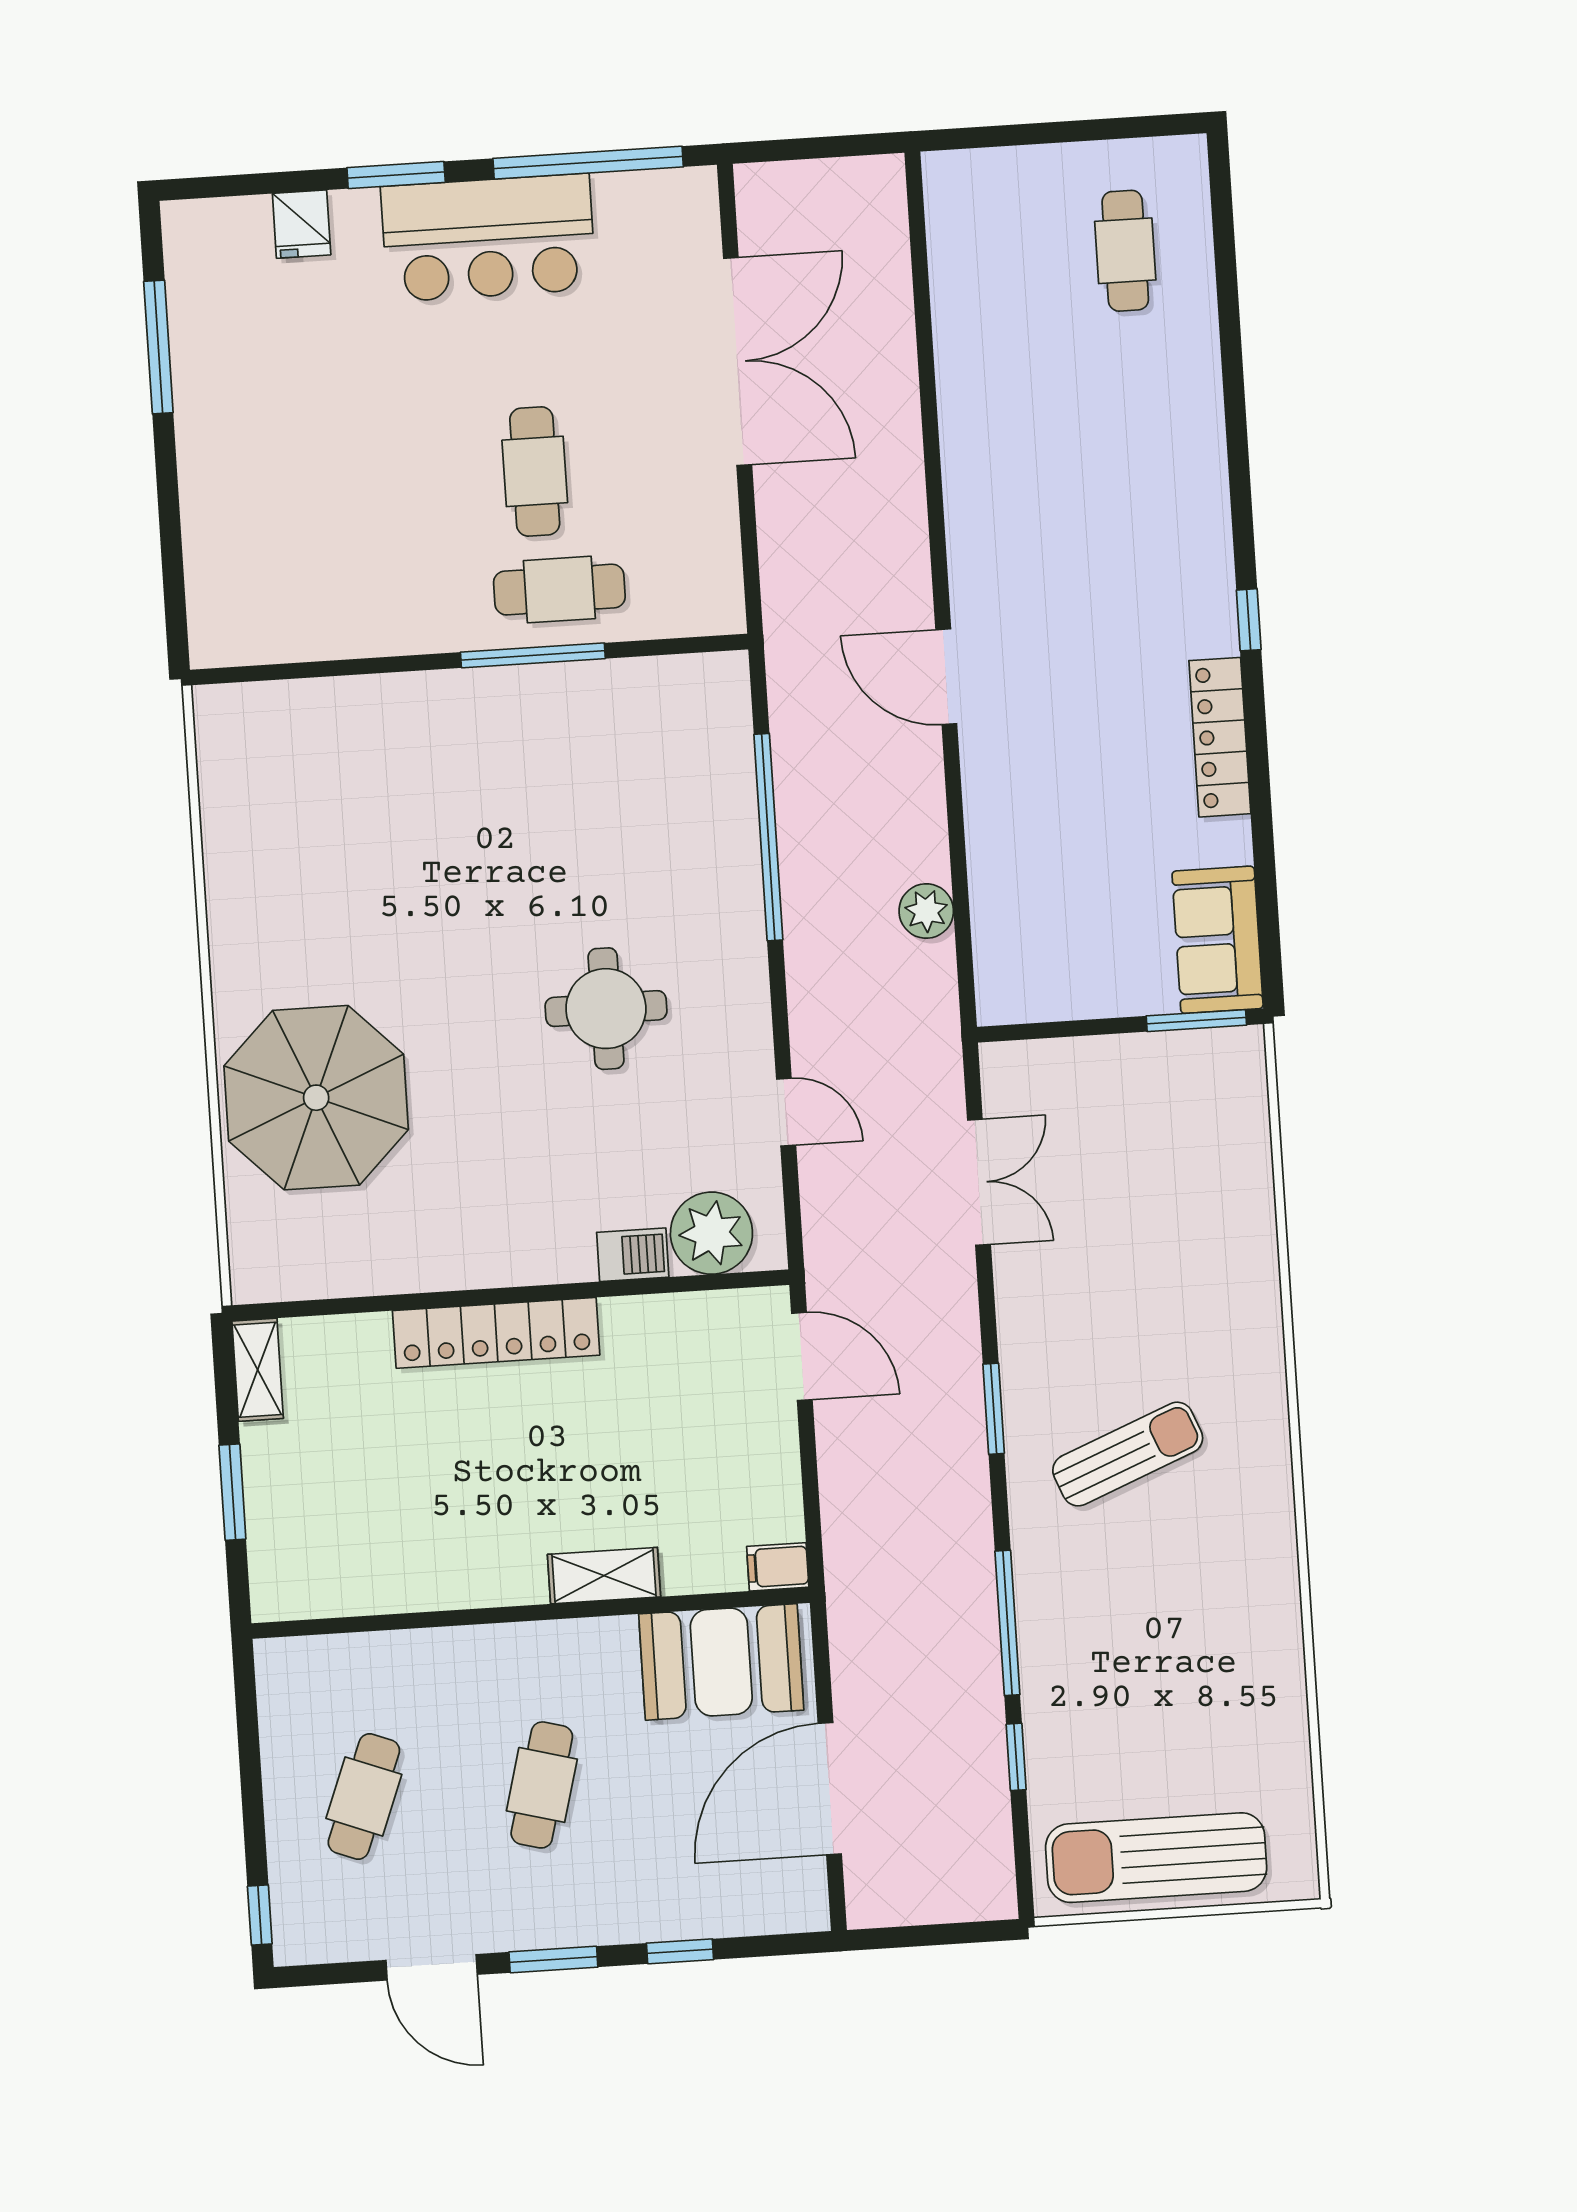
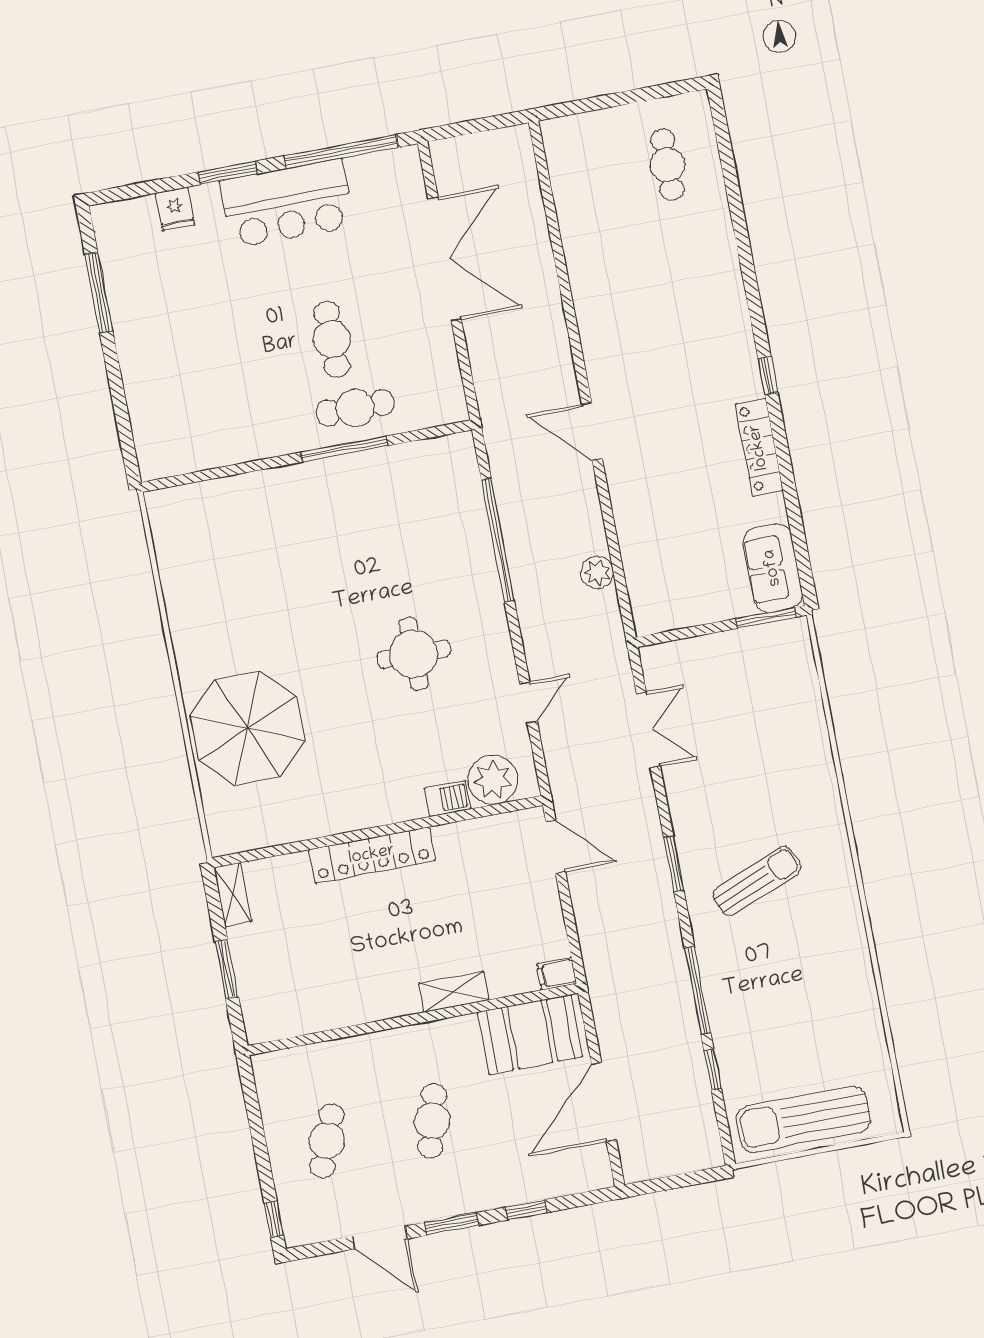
door: (786, 1112) -> (528, 702), hinge flipped

